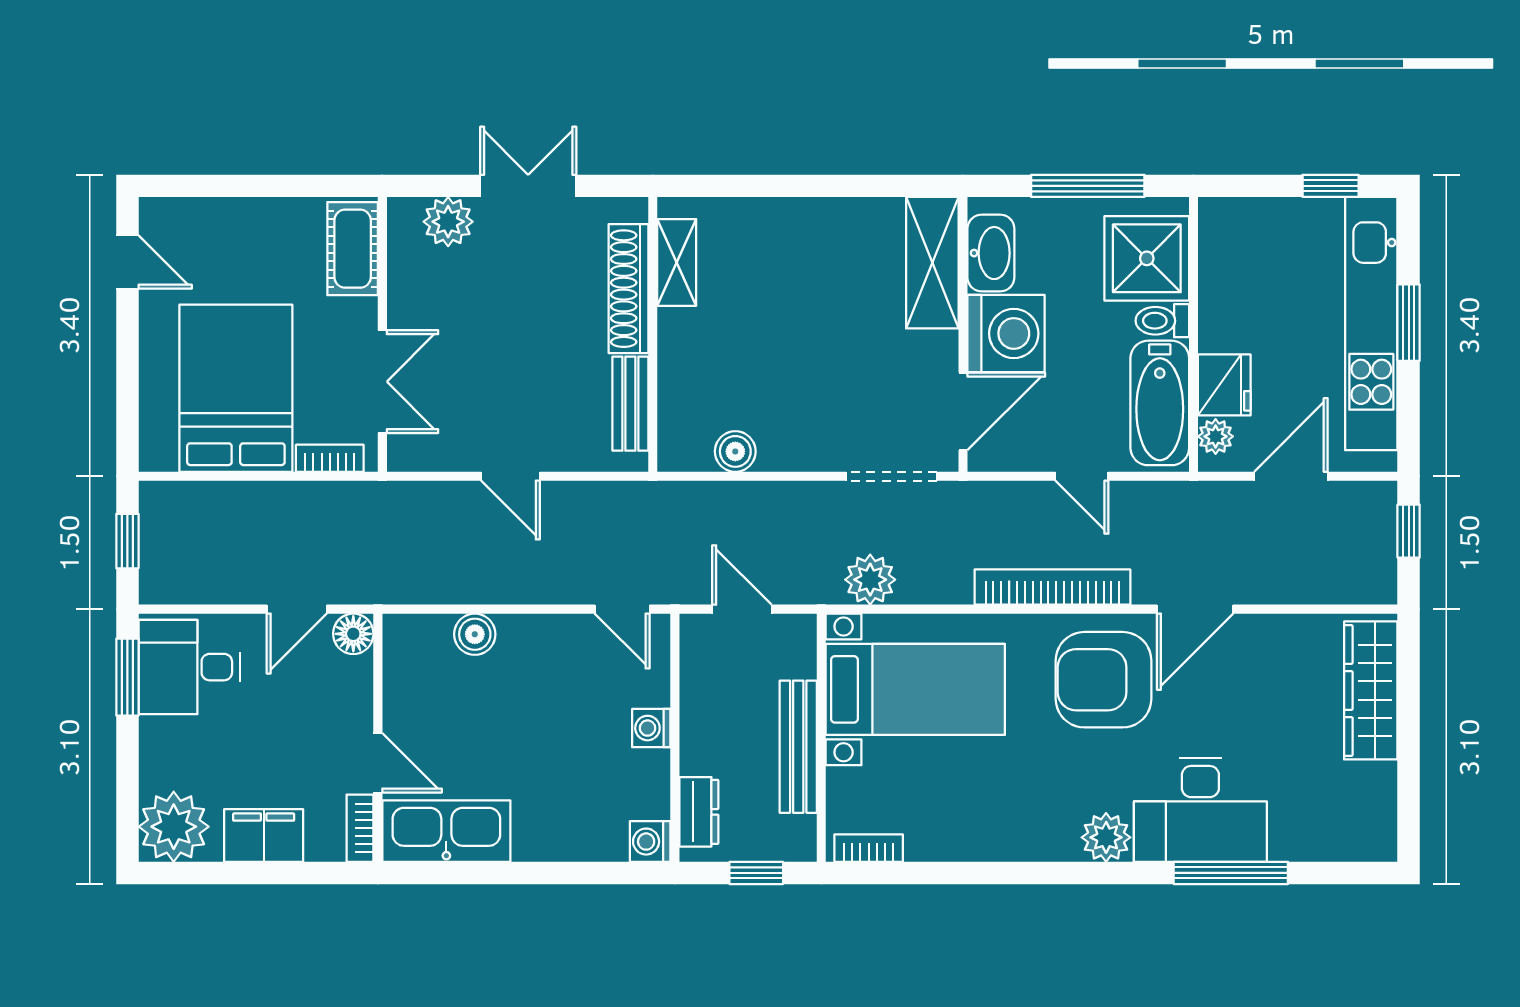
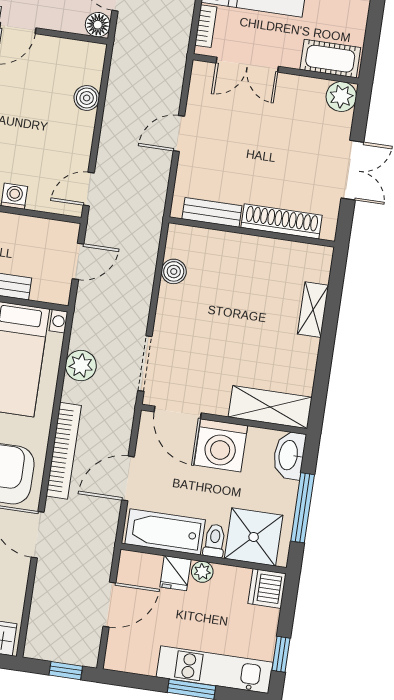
plant: (448, 222) -> (341, 97), moved
dishwasher: (1227, 224) -> (267, 588), added
washbasin: (991, 253) -> (289, 455), moved, turned 90
shelving: (677, 262) -> (313, 310), moved, turned 90
kitchen unit: (1371, 324) -> (215, 670), width x0.73
fridge: (1224, 385) -> (175, 573), width x0.72
plant: (1216, 436) -> (202, 572), moved
door: (1082, 476) -> (128, 478), width x1.38
door: (1291, 476) -> (109, 605), hinge flipped
plant: (870, 580) -> (81, 366), moved

